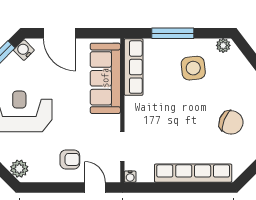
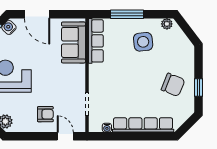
sofa: (105, 78) -> (73, 42), width x0.73
water cooler: (130, 177) -> (107, 128), moved

